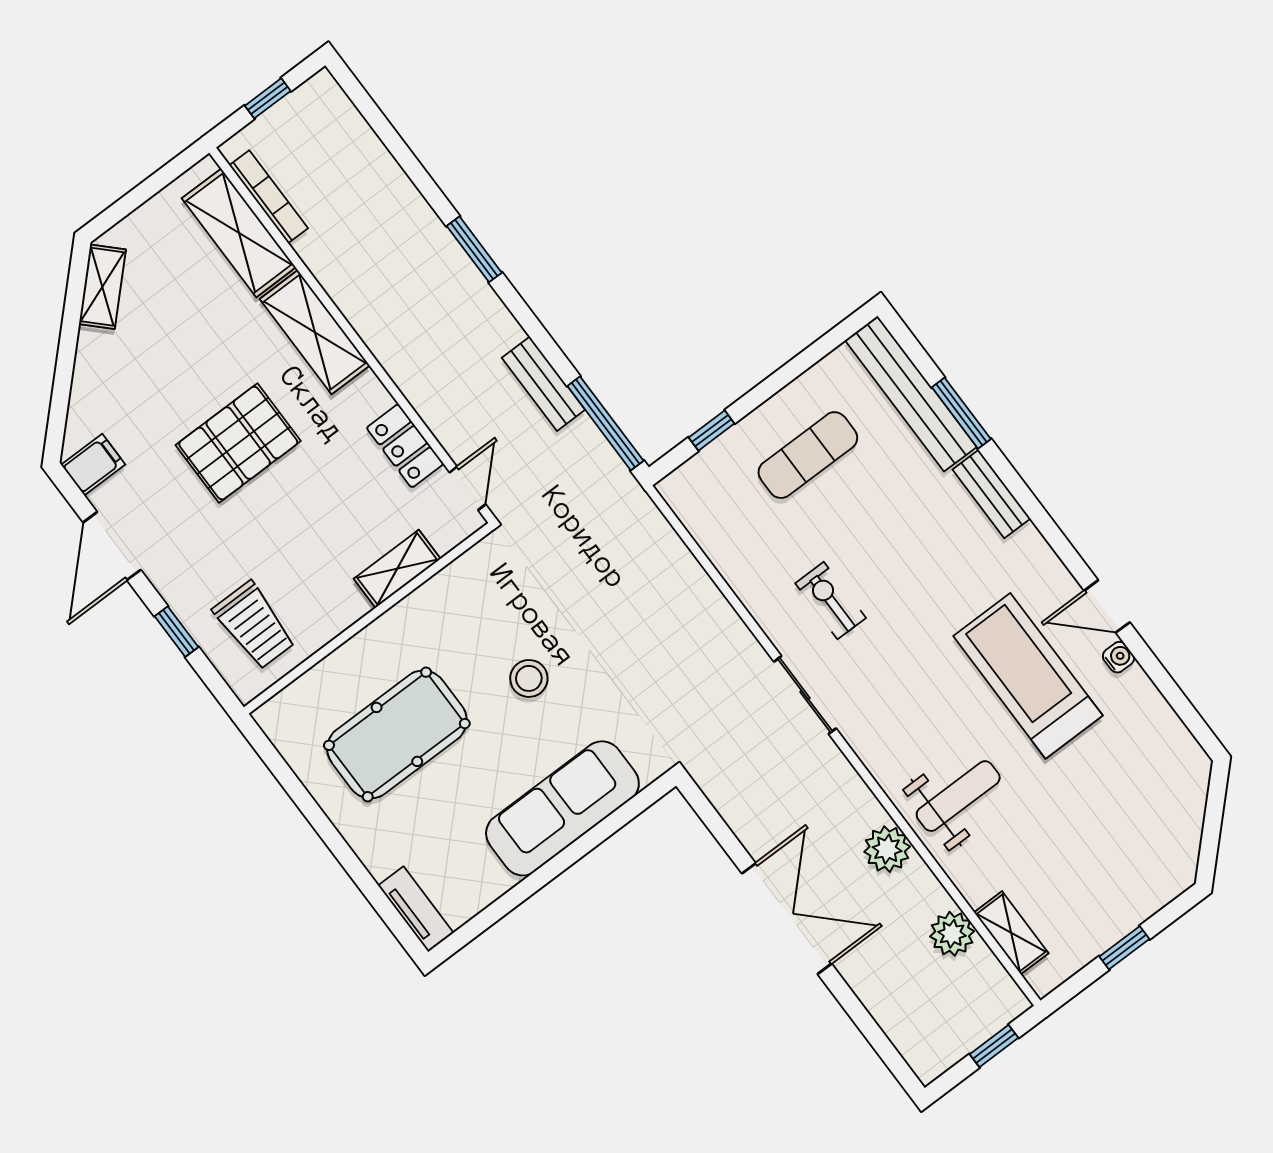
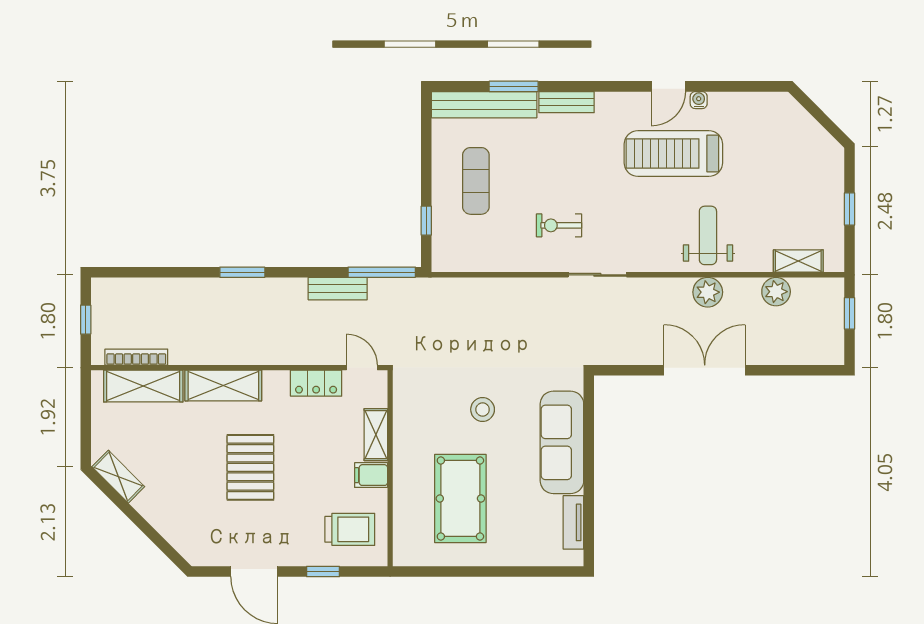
filing cabinet: (93, 465) -> (371, 475), moved, turned -90
tv unit: (416, 909) -> (573, 522), moved, turned -90

